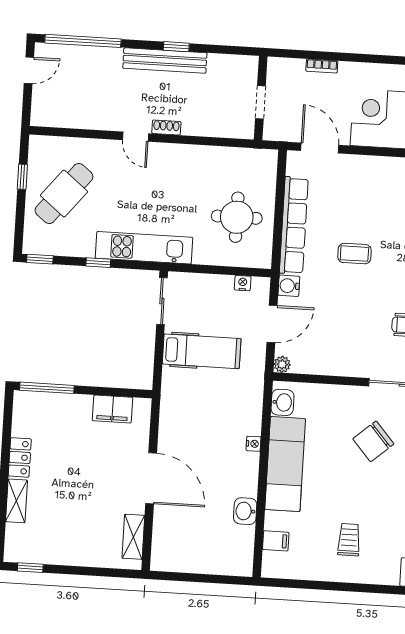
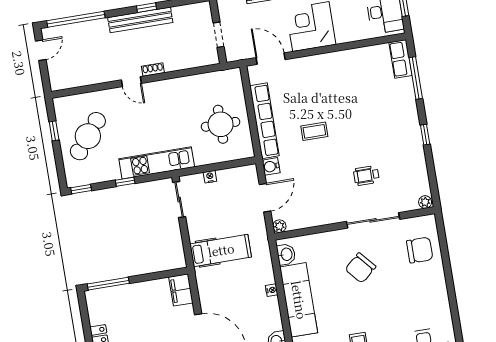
nightstand: (243, 283) -> (210, 177), moved
hospital bed: (202, 351) -> (221, 250), moved
filing cabinet: (112, 409) -> (181, 290), moved, turned 90

